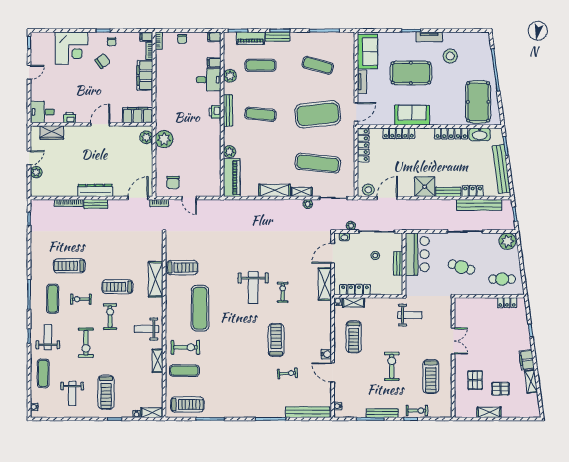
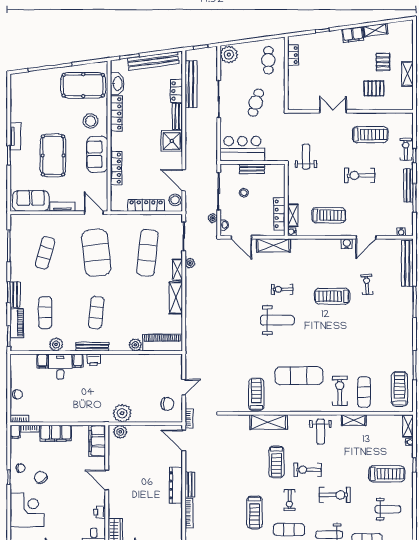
filing cabinet: (214, 37) -> (78, 361), moved
stool: (450, 56) -> (91, 121), moved
locker: (363, 145) -> (146, 205), moved

